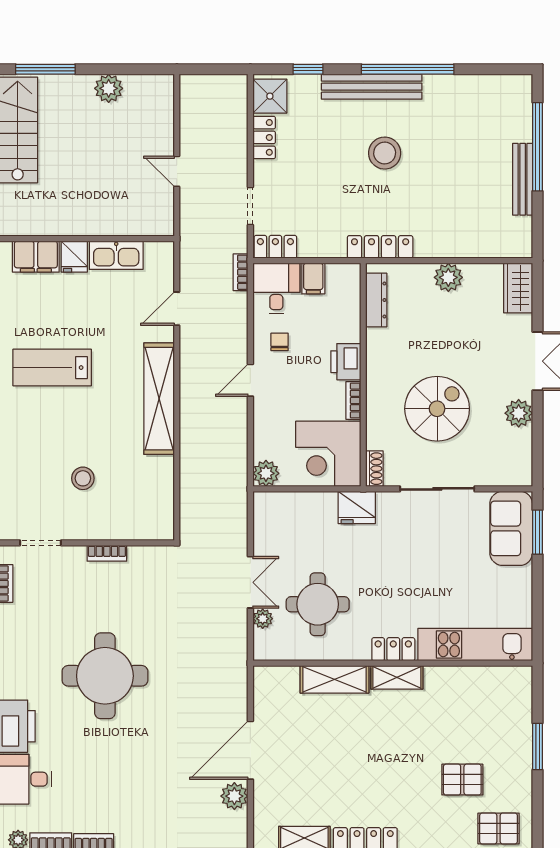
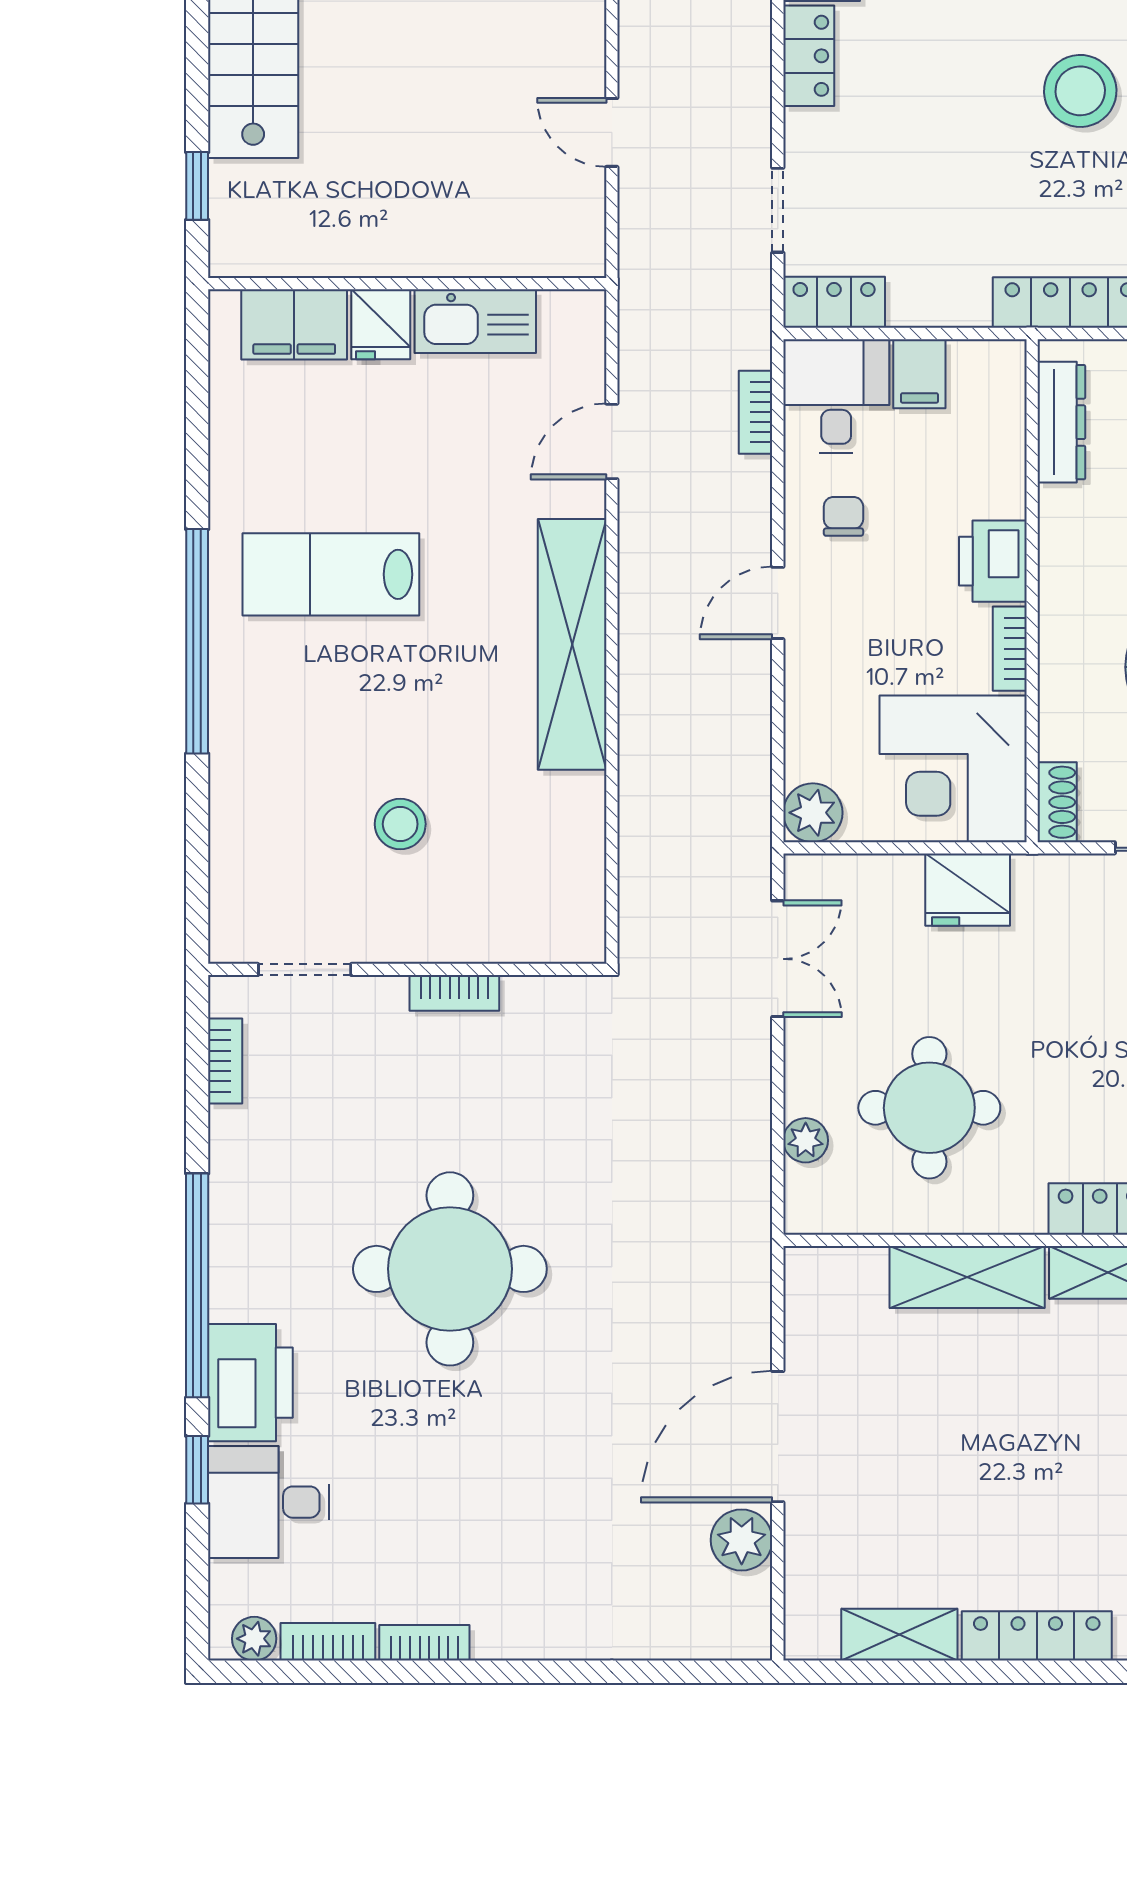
bookcase: (241, 272) -> (756, 412), moved
fridge: (357, 507) -> (968, 890), moved
double door: (250, 582) -> (778, 959), moved

